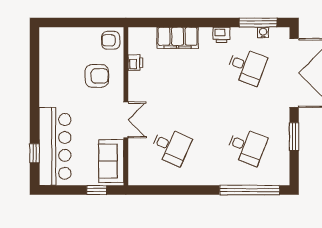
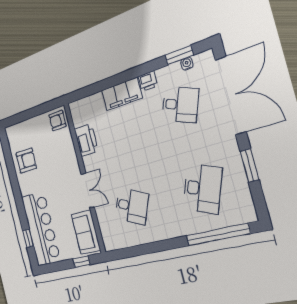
window: (258, 23) -> (179, 55), width x0.69
filing cabinet: (178, 38) -> (122, 94), moved
printer: (135, 63) -> (86, 140), width x1.87, depth x1.48
armchair: (97, 76) -> (26, 161), moved
desk: (247, 146) -> (202, 189), width x1.37

